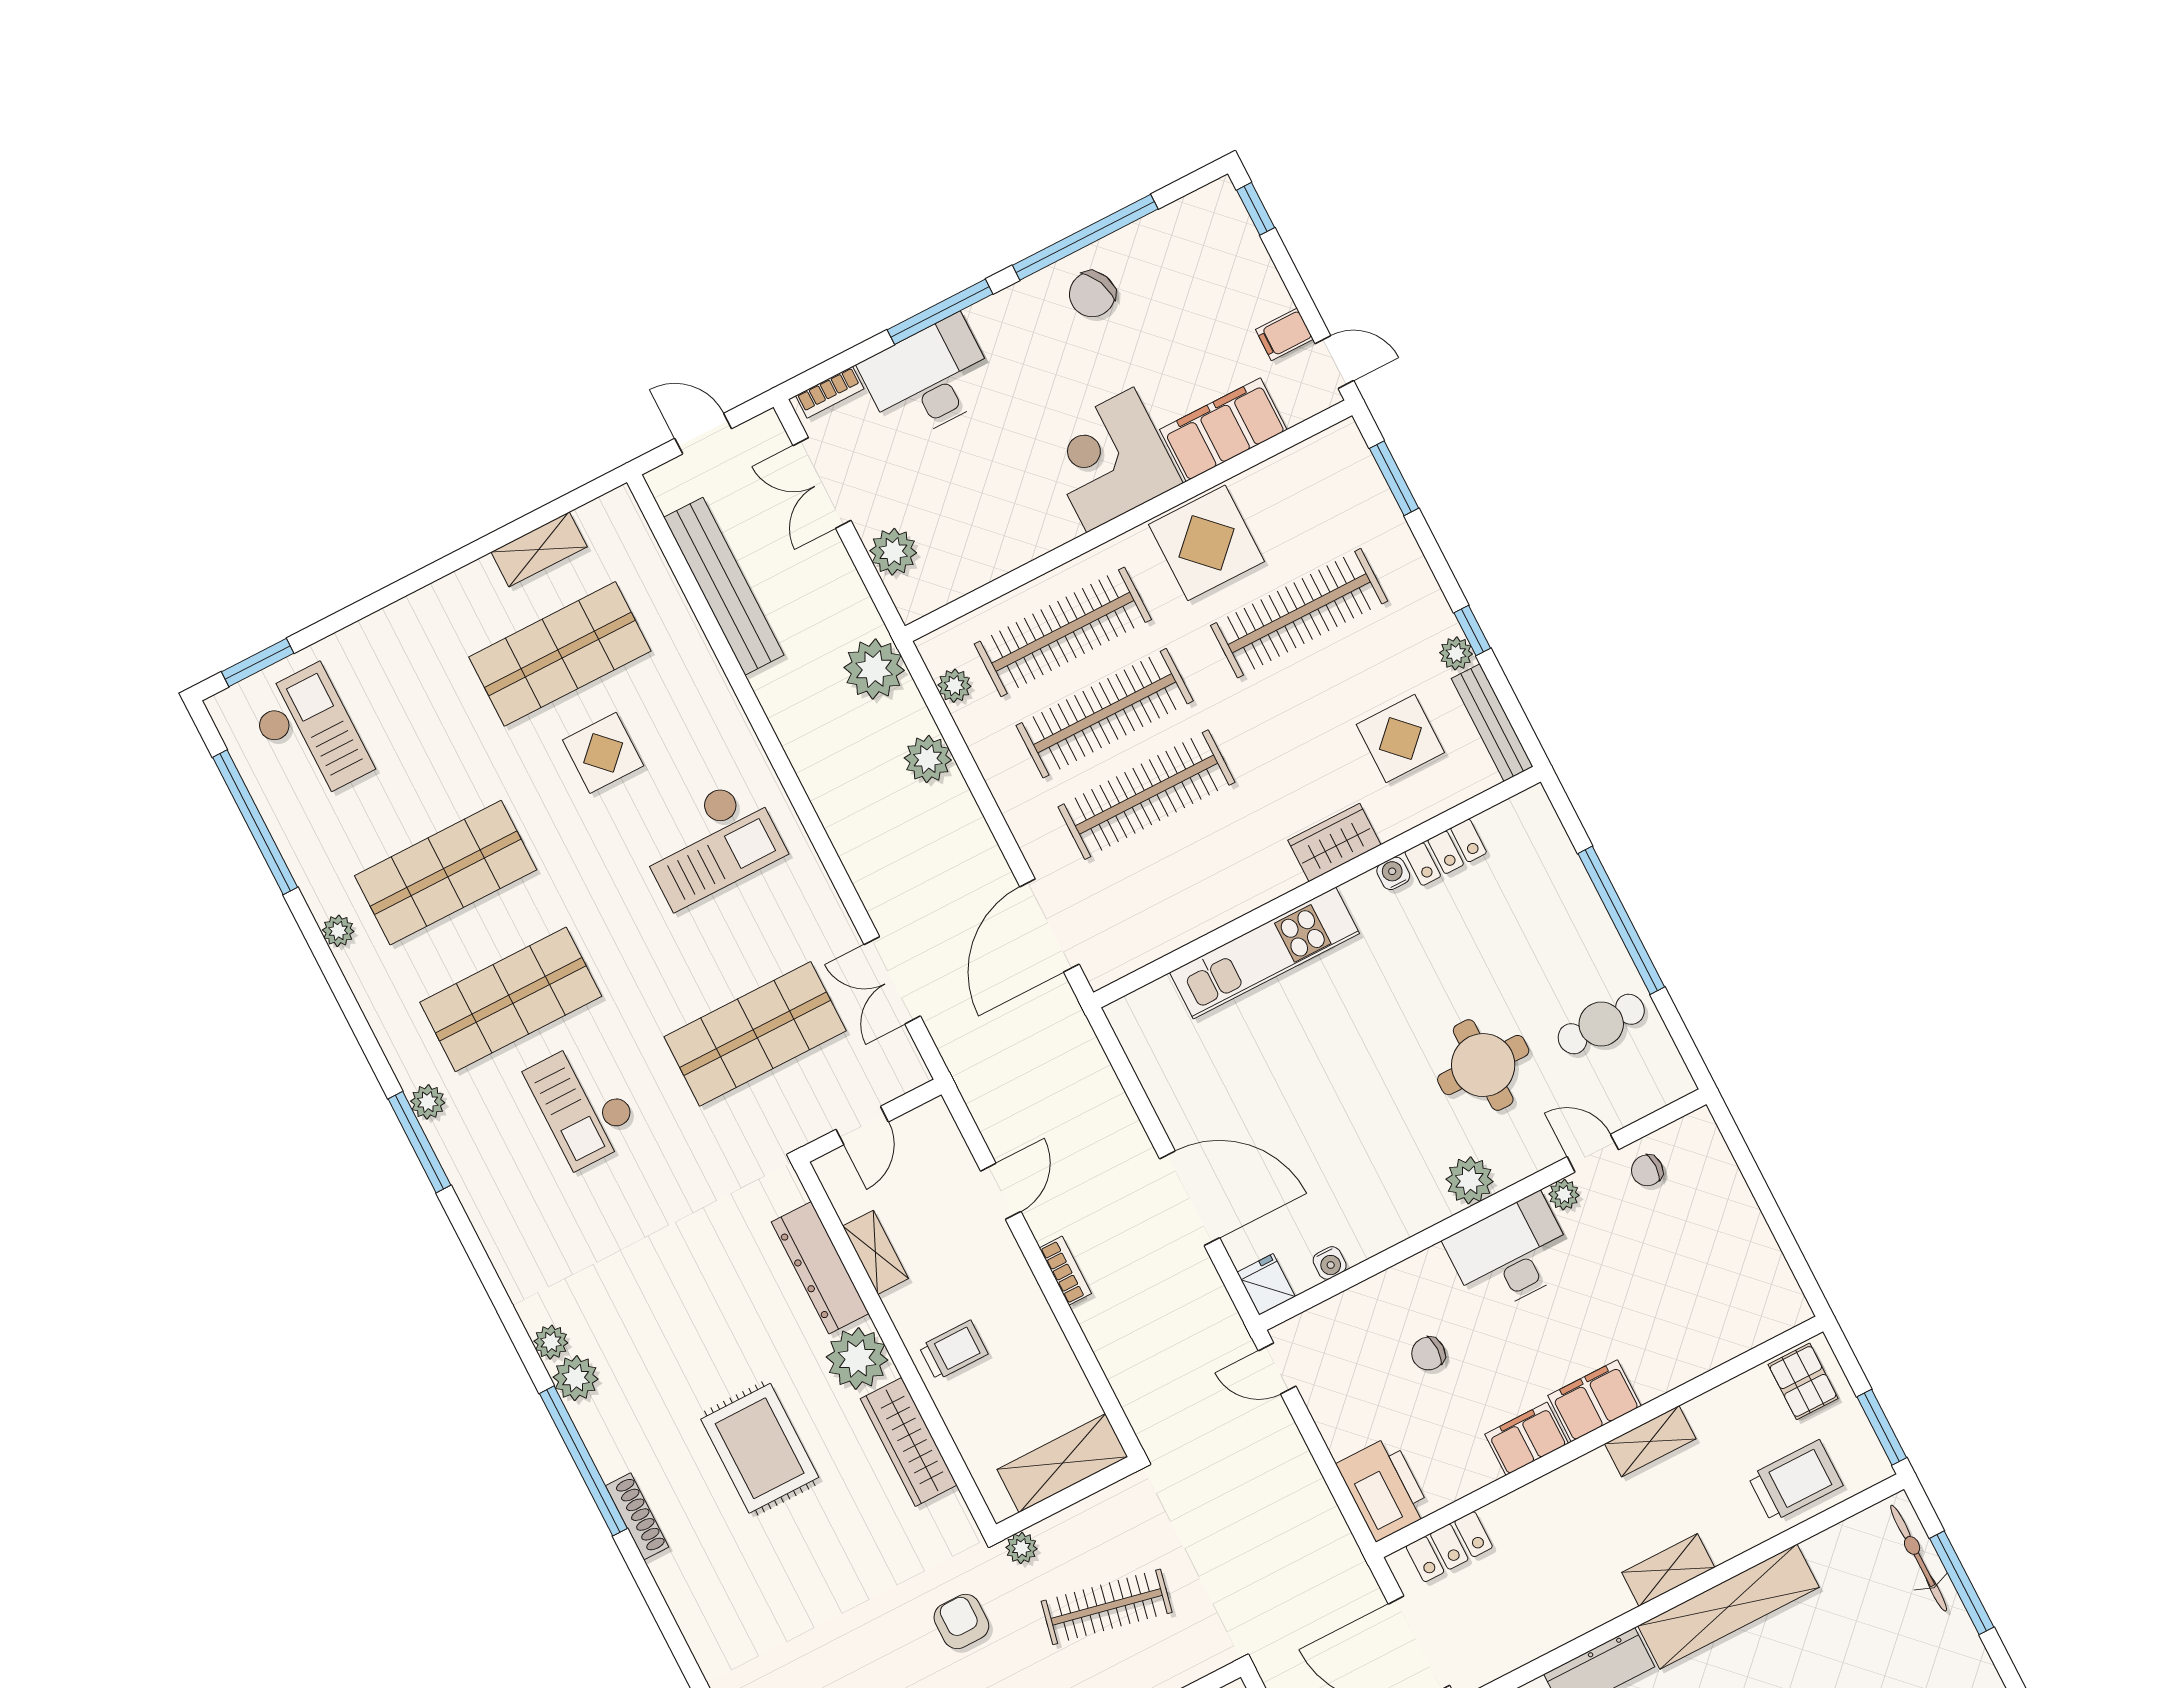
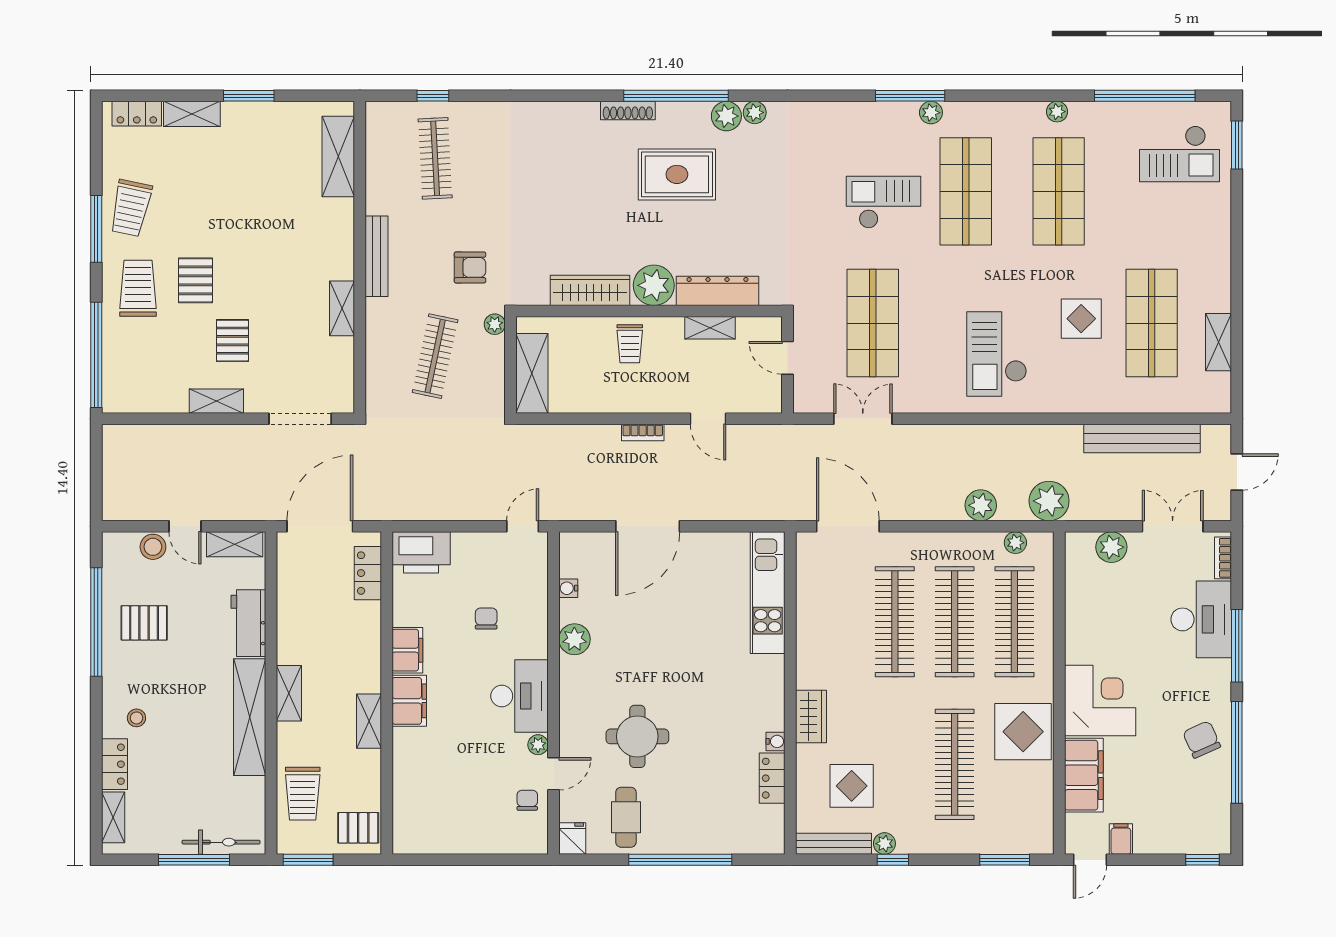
kitchen unit: (1264, 953) -> (768, 593), moved
plant: (1470, 1180) -> (574, 639), moved
fridge: (1266, 1284) -> (572, 839), moved, turned -90
rug: (760, 1448) -> (677, 174), moved

